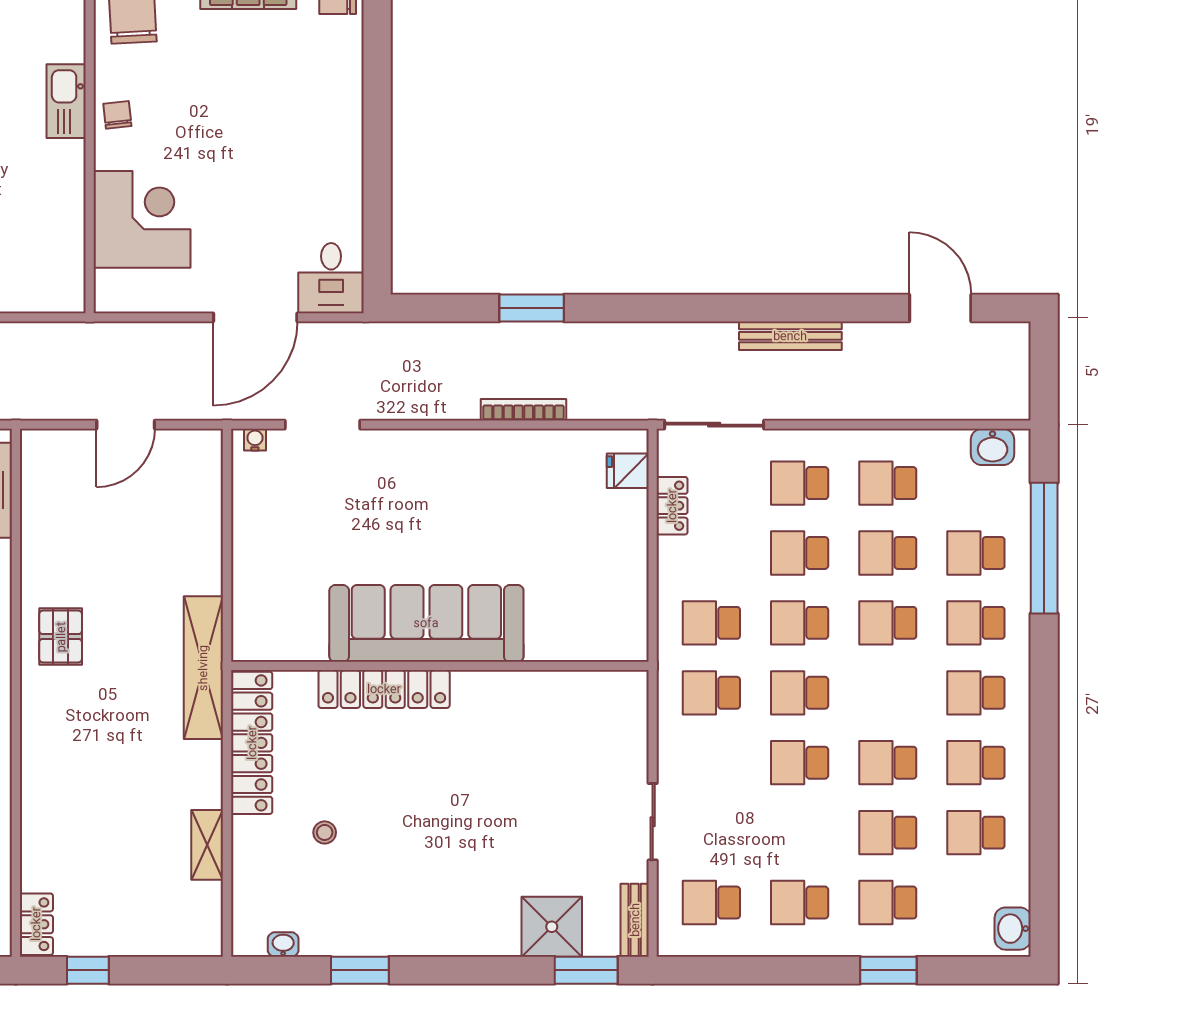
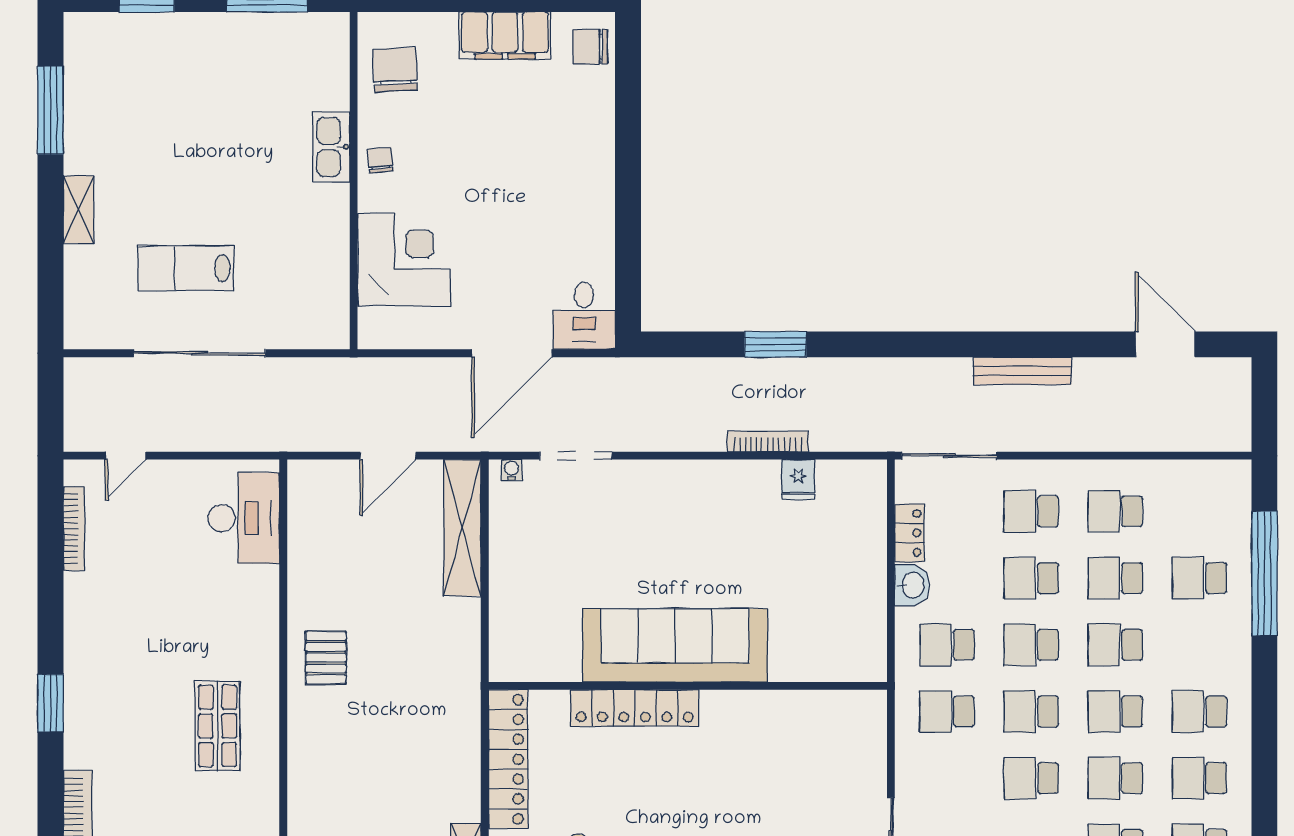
washbasin: (993, 447) -> (912, 585), moved, turned -90
fridge: (628, 471) -> (798, 479), moved, turned -90
school desk: (976, 623) -> (1115, 711), moved
shelving: (203, 668) -> (462, 528), moved

